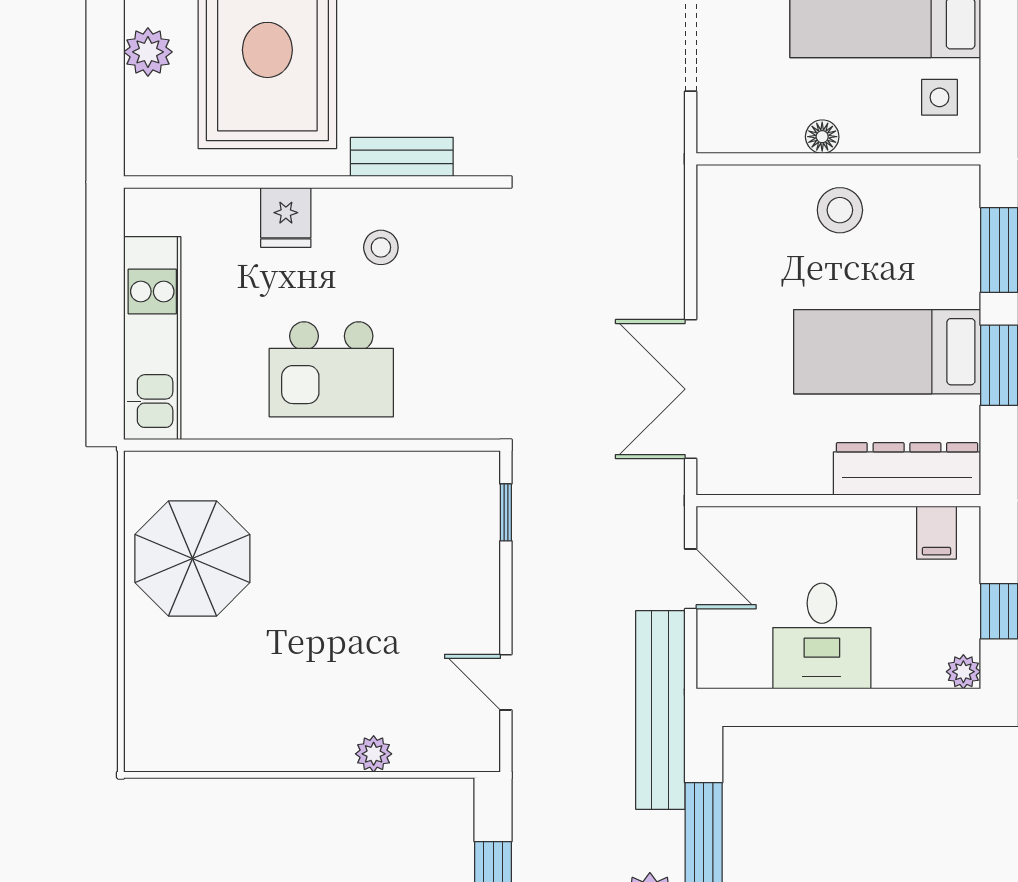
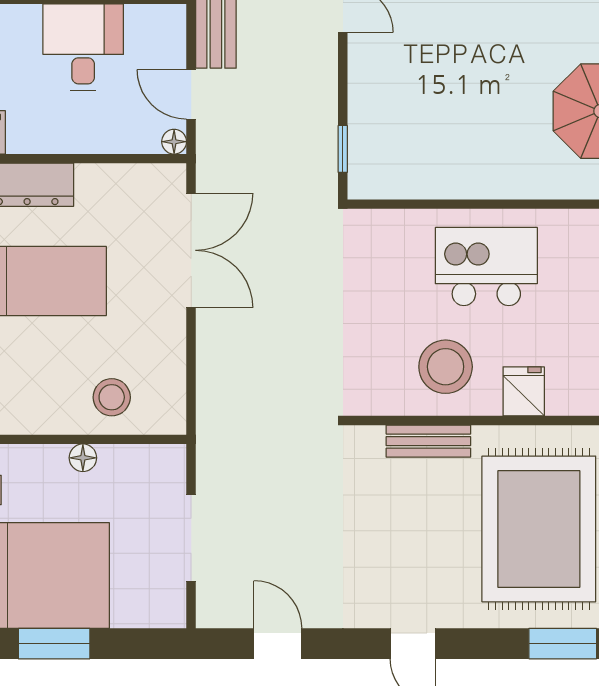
stool: (840, 210) -> (112, 397), moved
stool: (381, 247) -> (446, 367), width x1.89, depth x1.89
floor lamp: (711, 521) -> (174, 142), added

